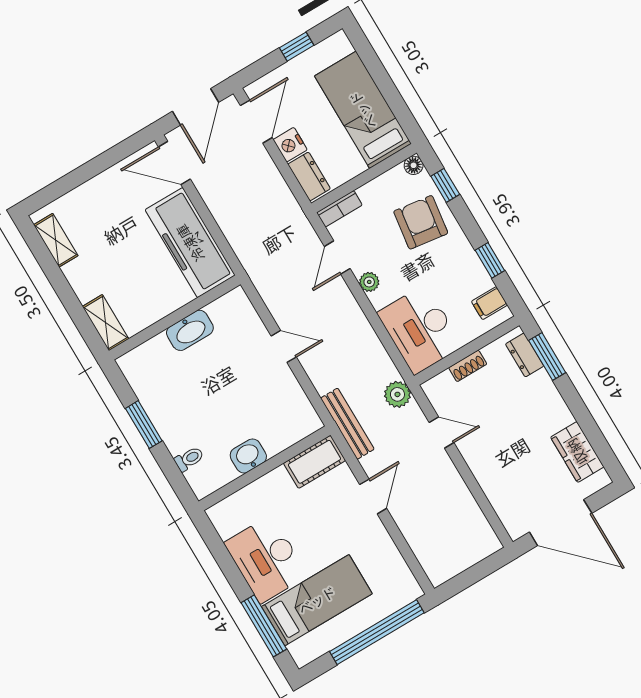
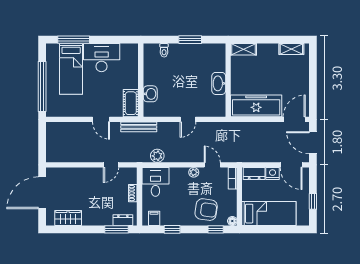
desk: (420, 330) -> (155, 182), width x0.73
plant: (397, 394) -> (157, 156), moved
washbasin: (248, 456) -> (150, 94), moved

